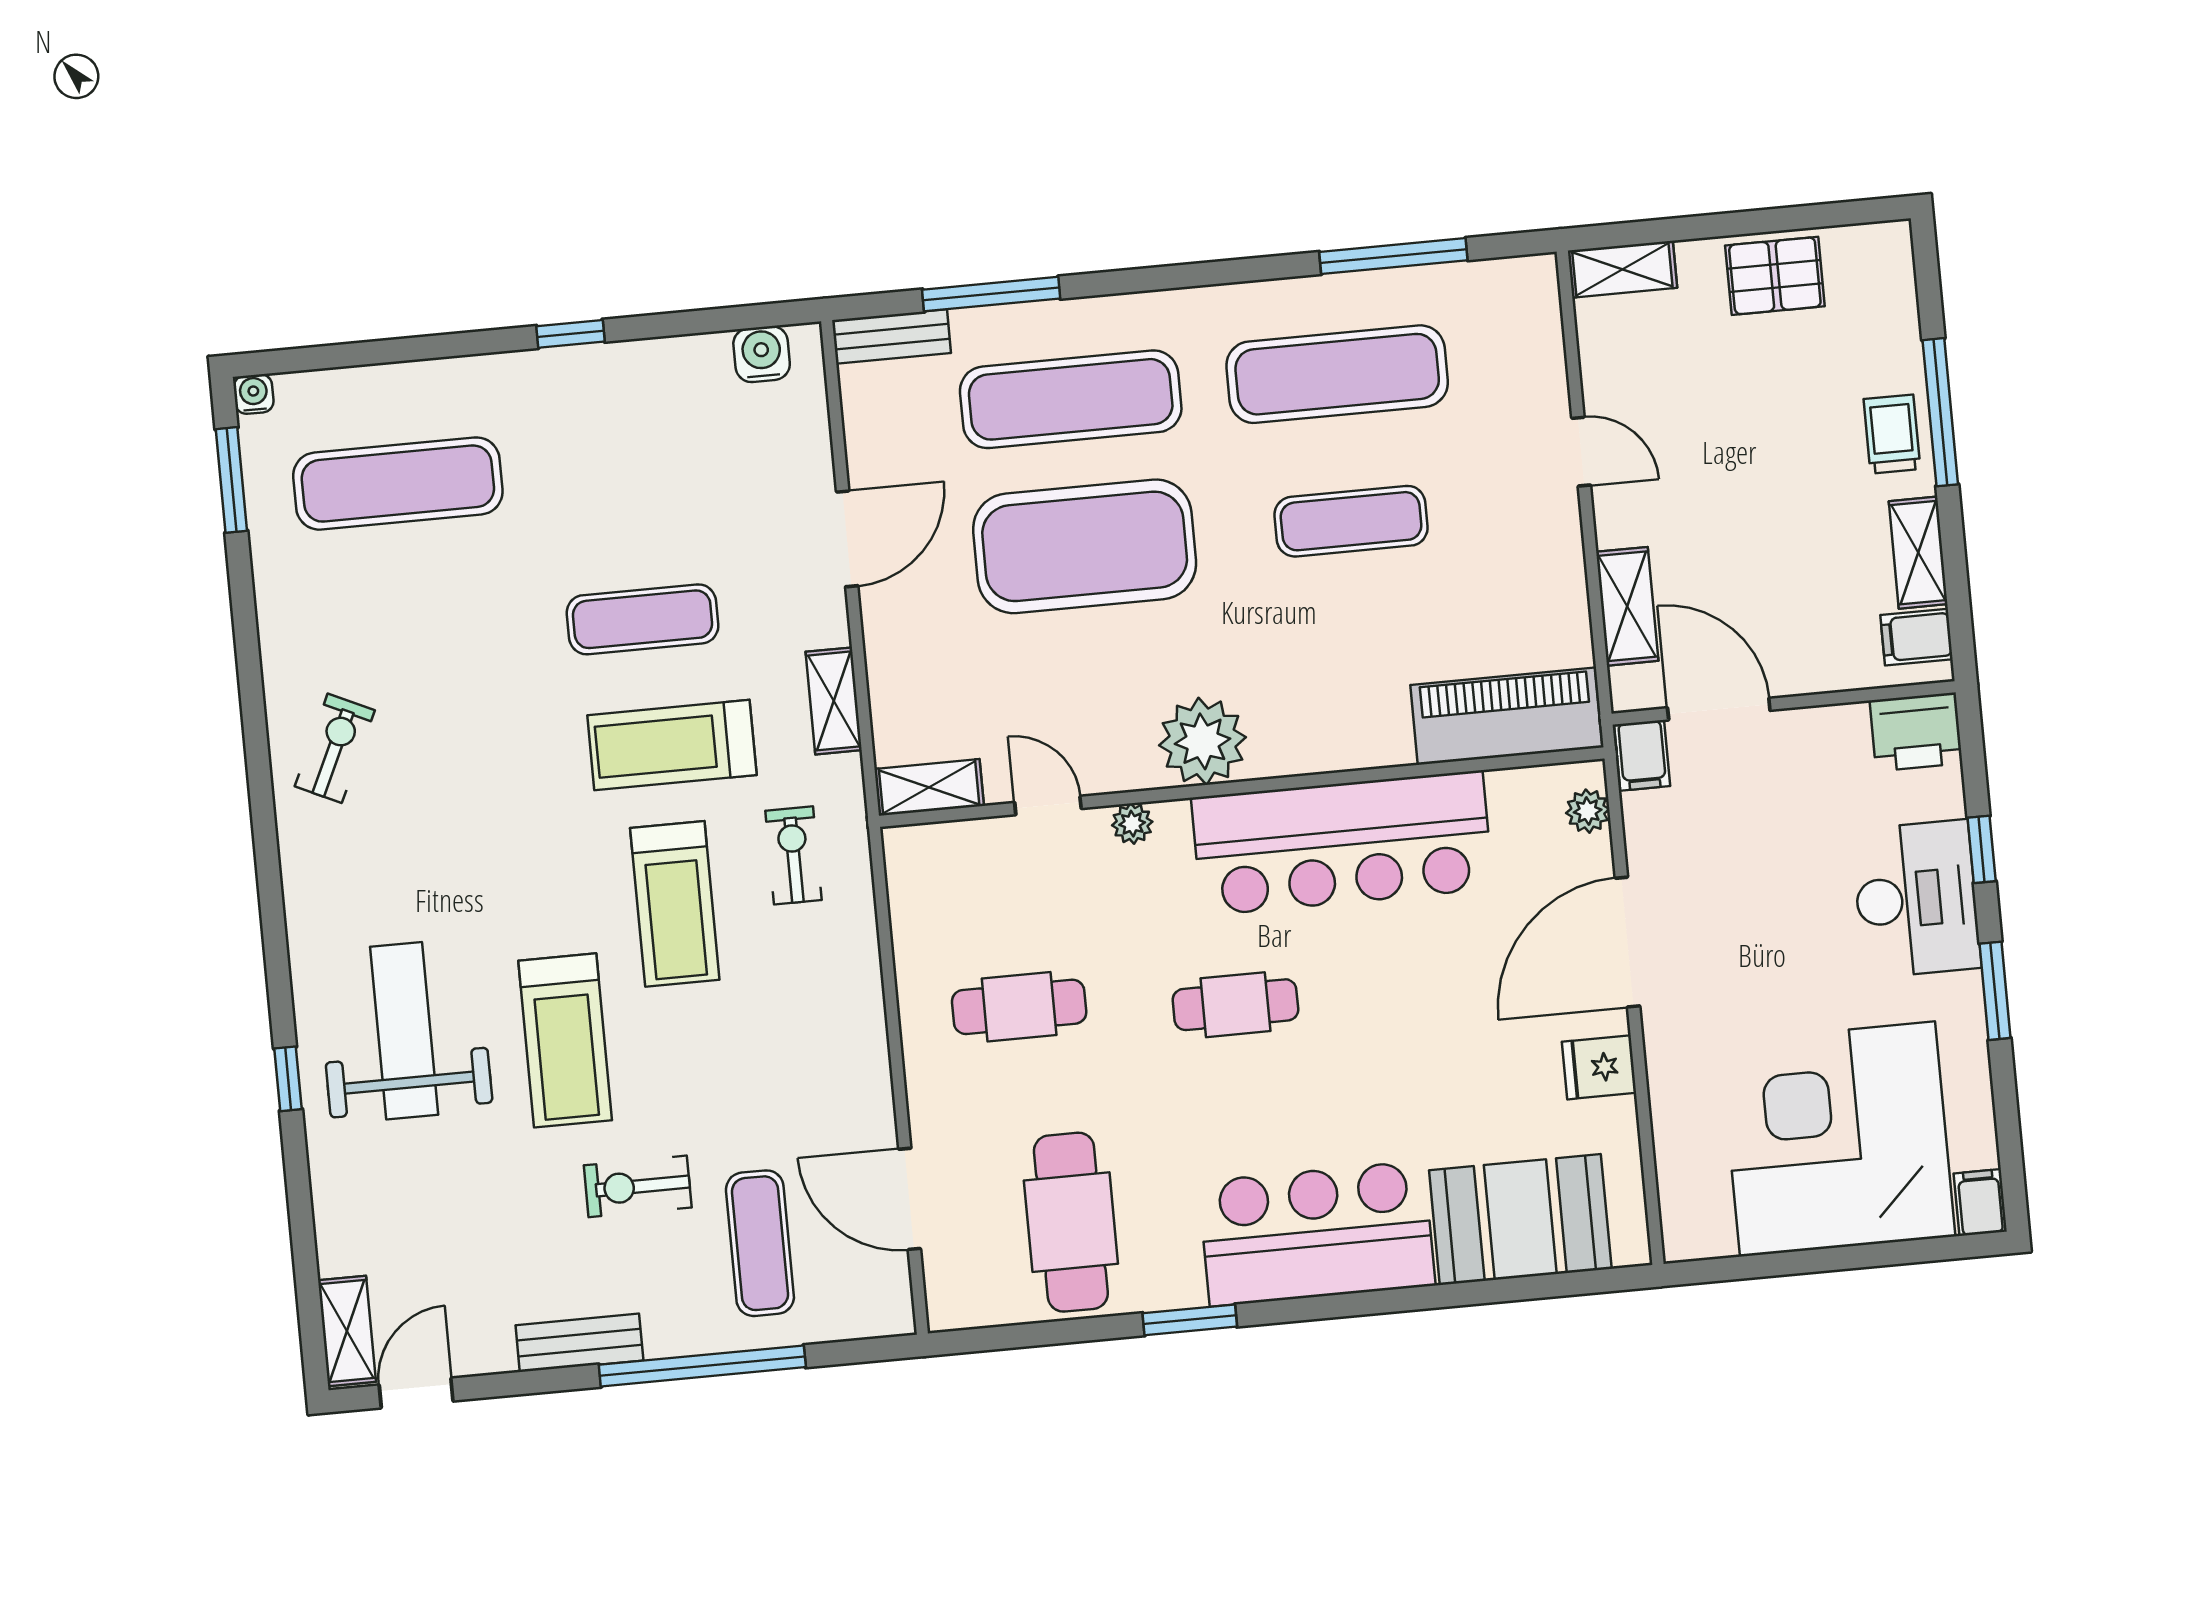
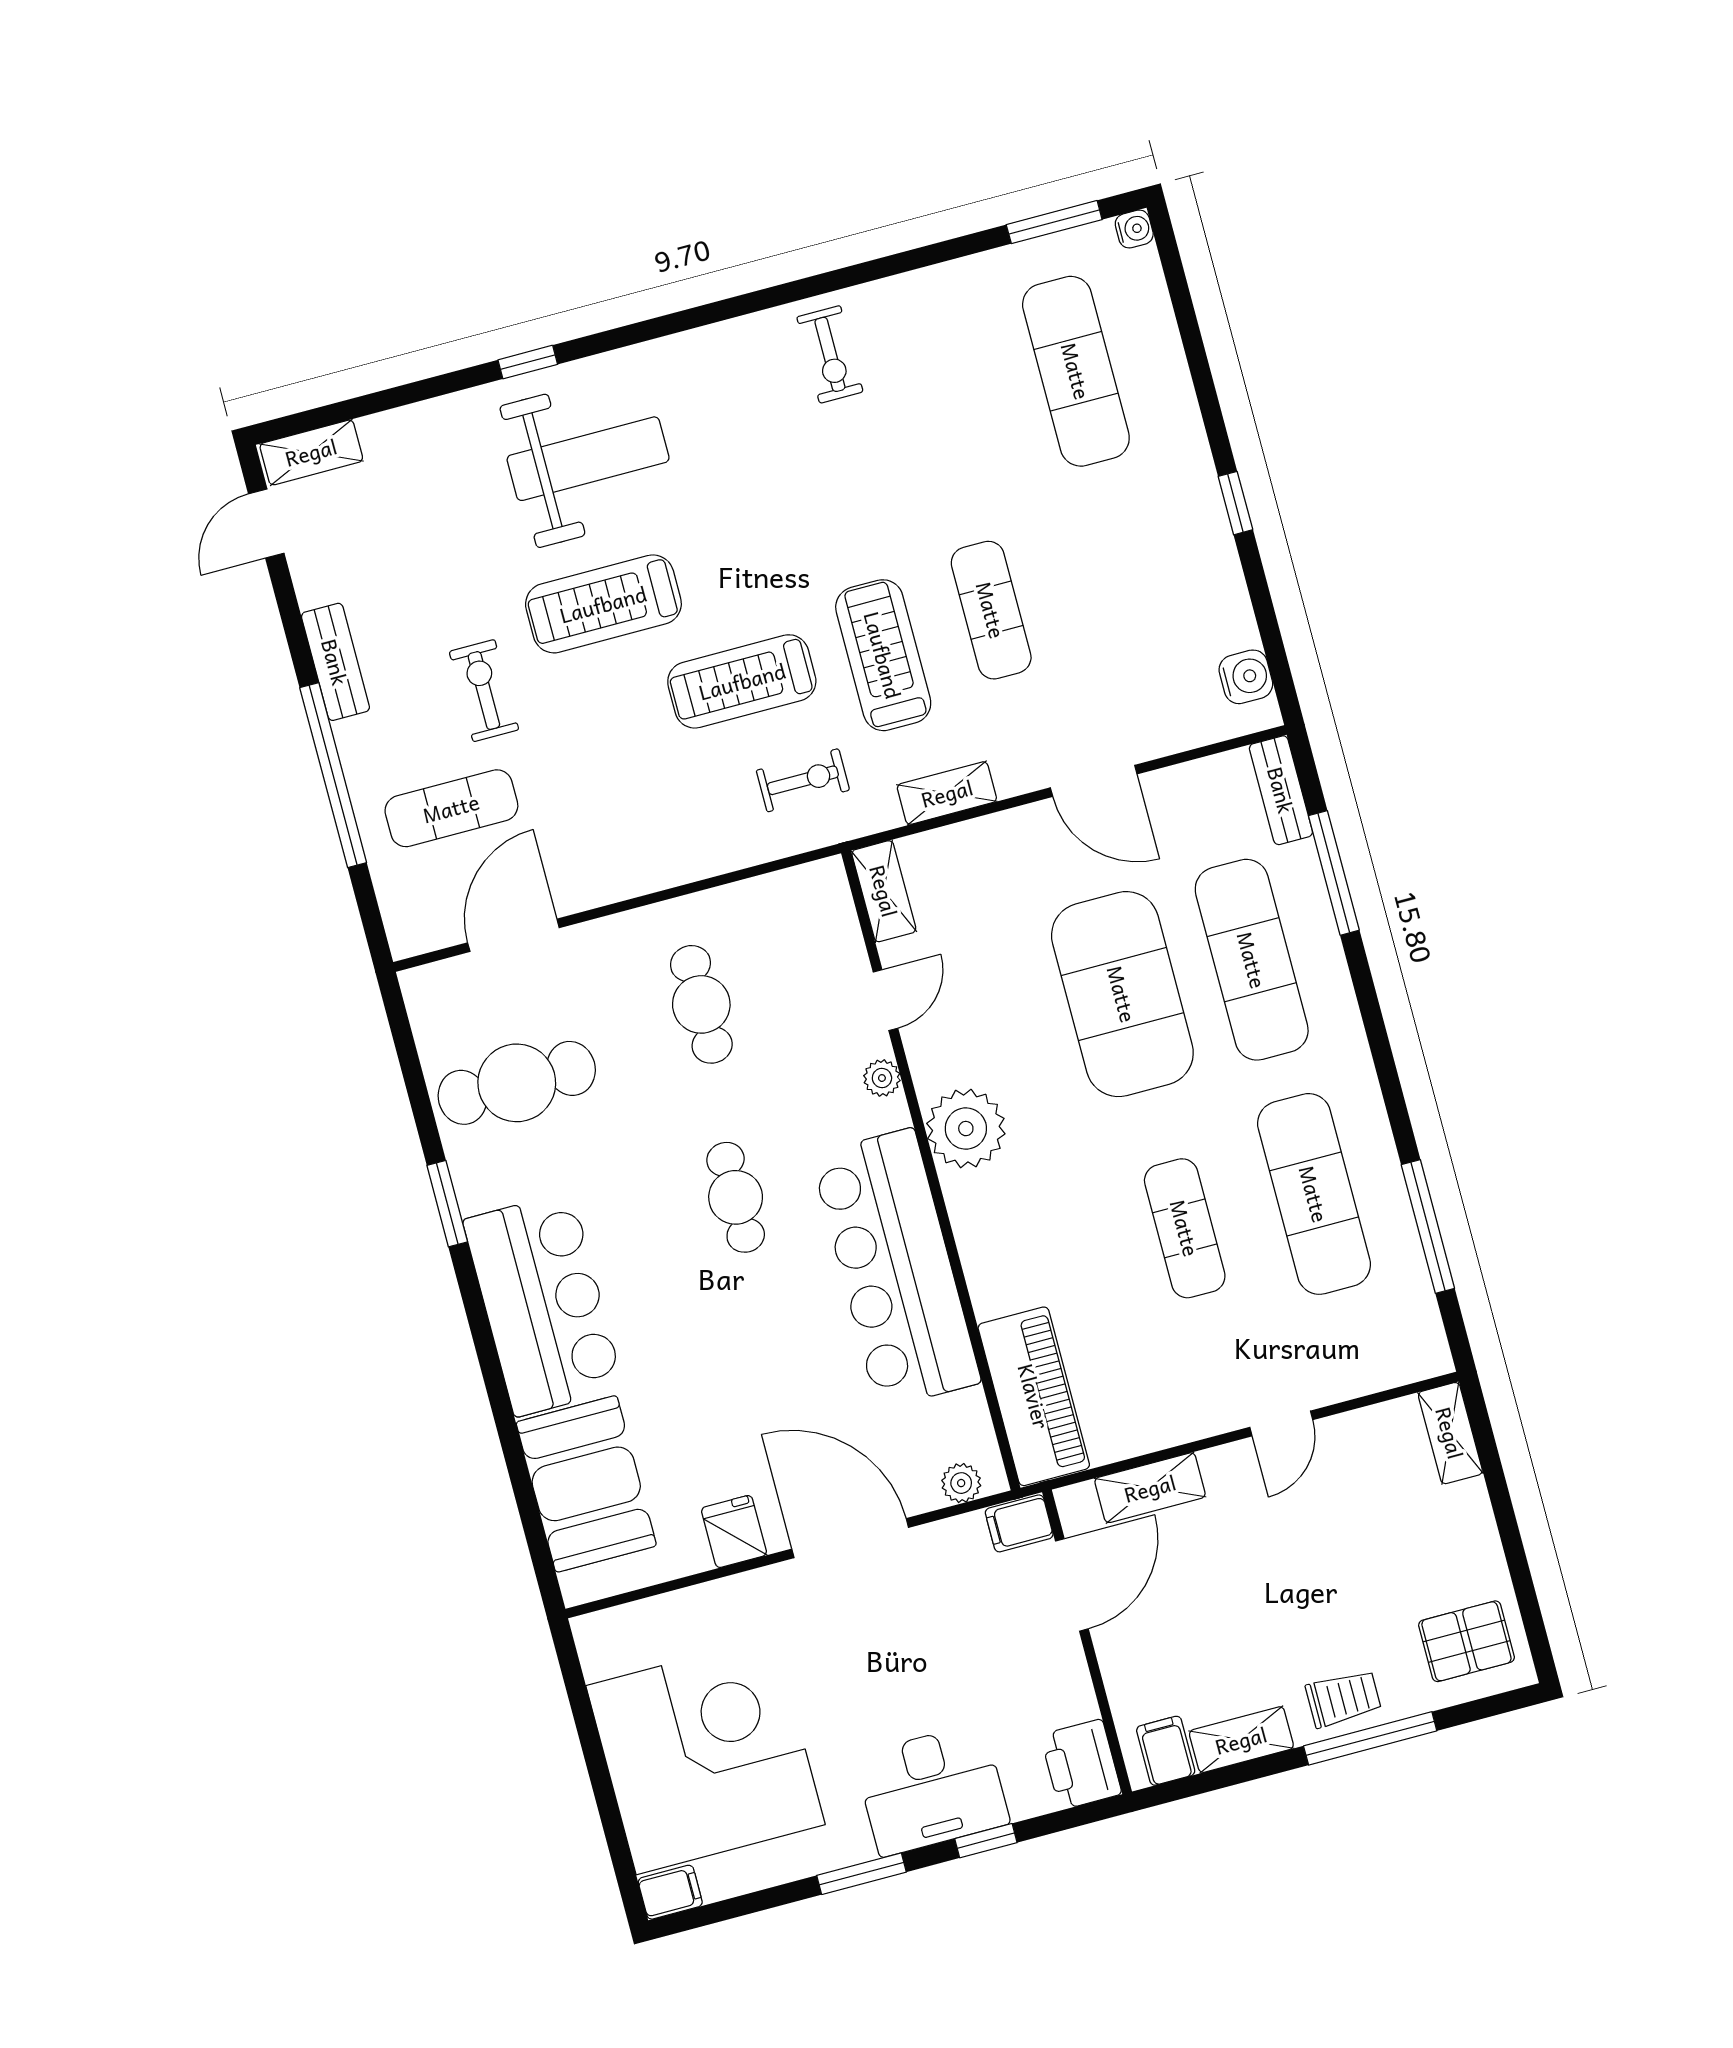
pallet: (1775, 276) -> (1466, 1641), moved, turned 90
exercise bike: (335, 748) -> (830, 354), turned 65
door: (416, 1393) -> (266, 524), swing flipped

